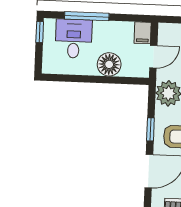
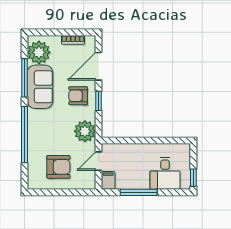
window: (87, 16) -> (139, 192), moved
floor lamp: (109, 64) -> (135, 153), removed

